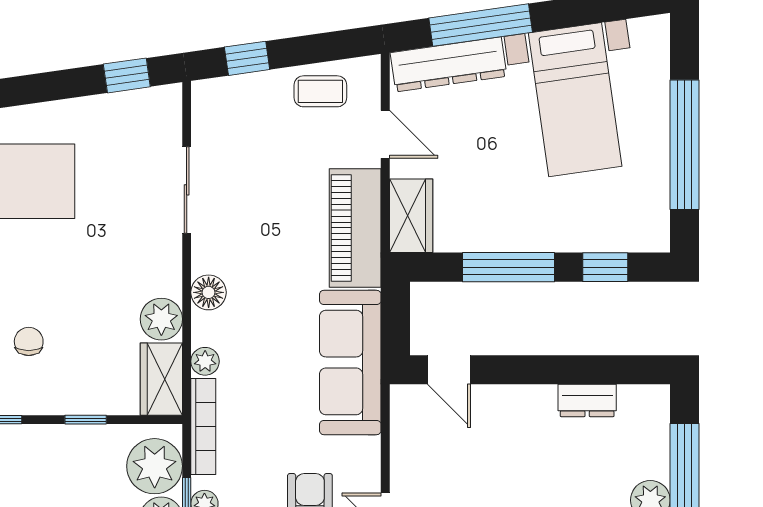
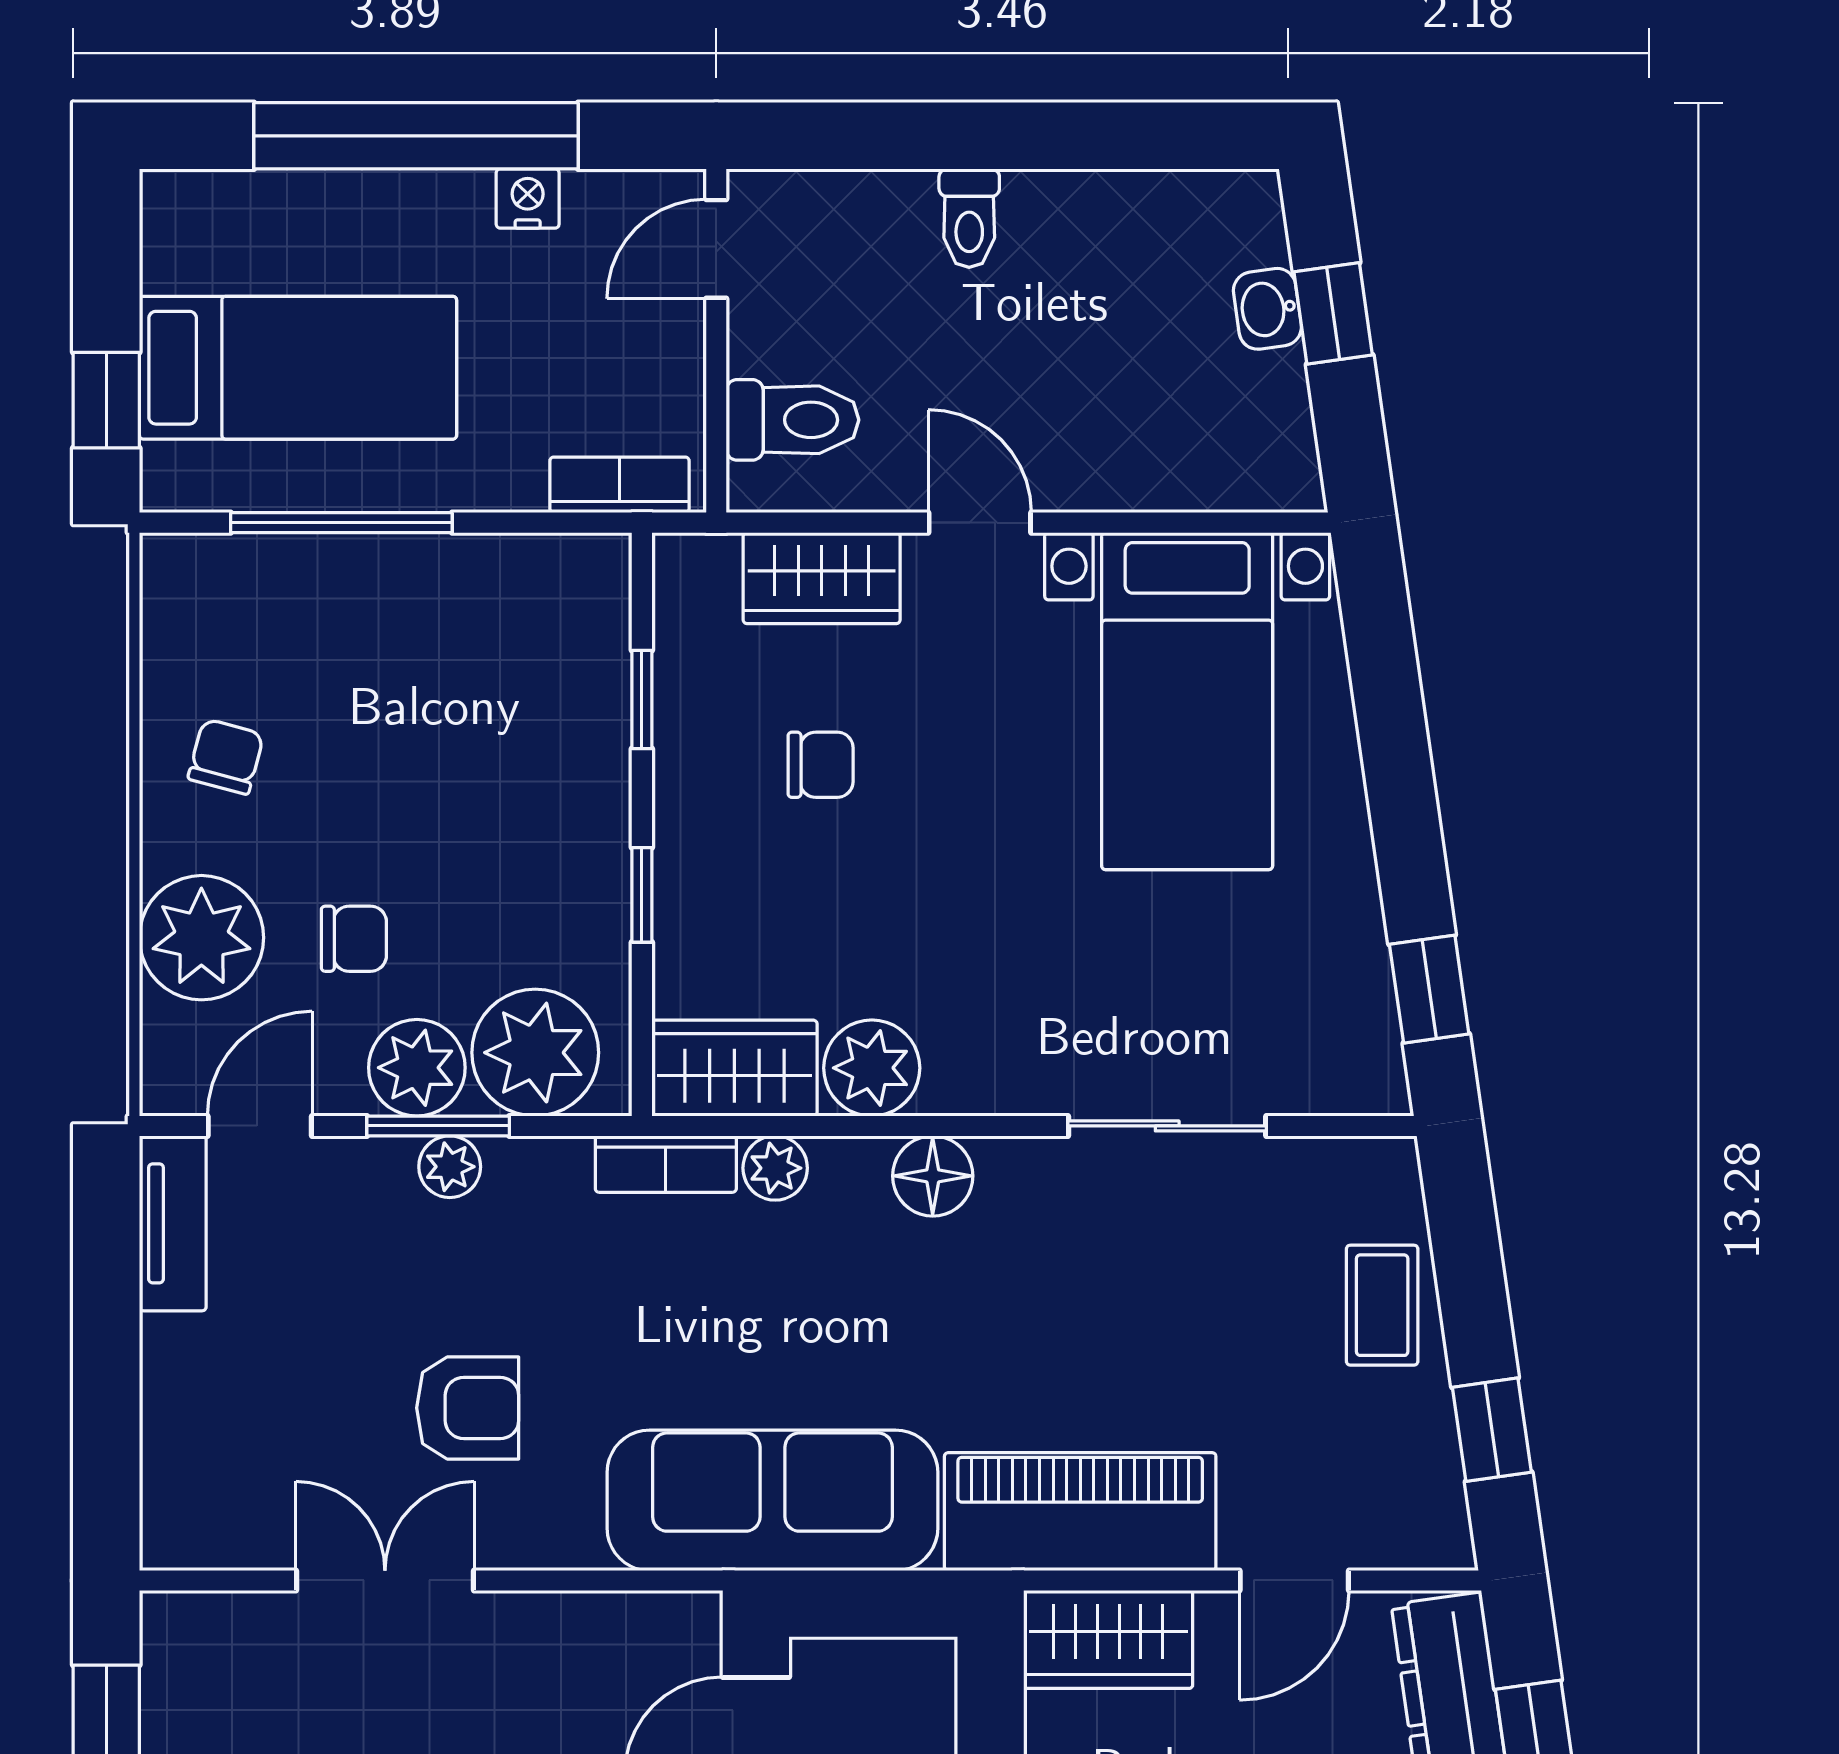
window: (247, 58) -> (1492, 1430), moved
coffee table: (320, 91) -> (1382, 1305), moved
bookcase: (203, 426) -> (666, 1164), width x0.64

